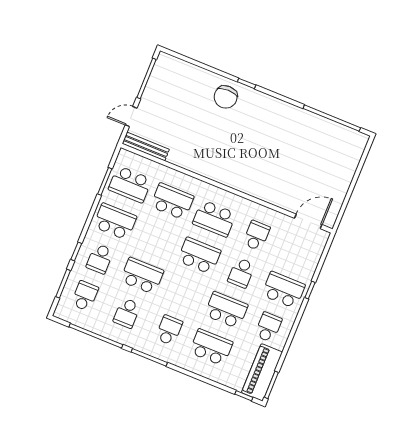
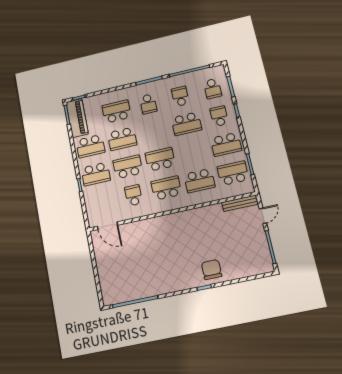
door: (308, 221) -> (108, 226), hinge flipped
school desk: (256, 236) -> (134, 195), turned 180
school desk: (199, 256) -> (160, 159), turned 180
school desk: (241, 273) -> (128, 167), width x1.85
school desk: (268, 327) -> (90, 146), width x1.85
school desk: (211, 347) -> (117, 111), turned 180

